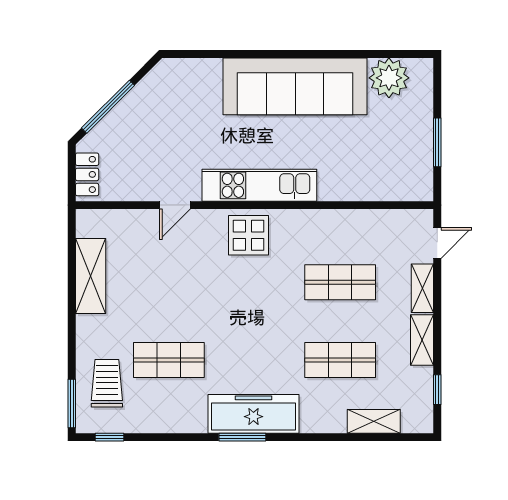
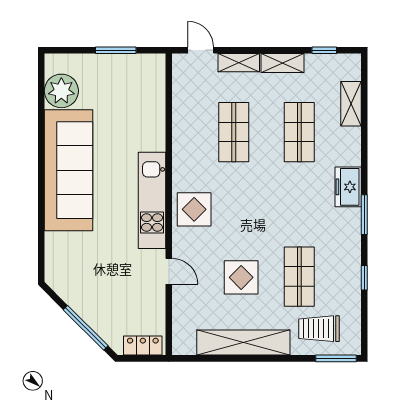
shelving: (91, 276) -> (243, 342), width x1.47
display table: (168, 291) -> (241, 277), added
freezer: (253, 414) -> (348, 187), width x0.52, depth x0.79
window: (110, 437) -> (364, 278), moved

